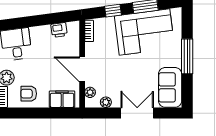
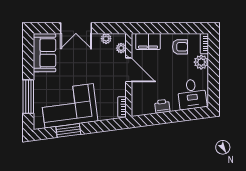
window: (113, 11) -> (99, 126), removed
printer: (59, 30) -> (162, 106), moved
window: (187, 56) -> (28, 97), moved

